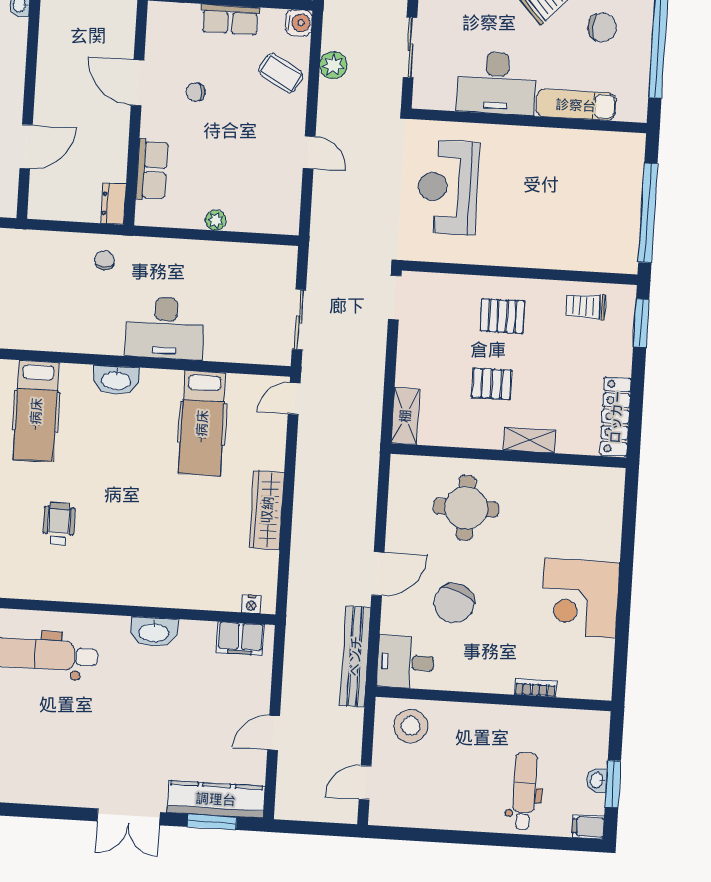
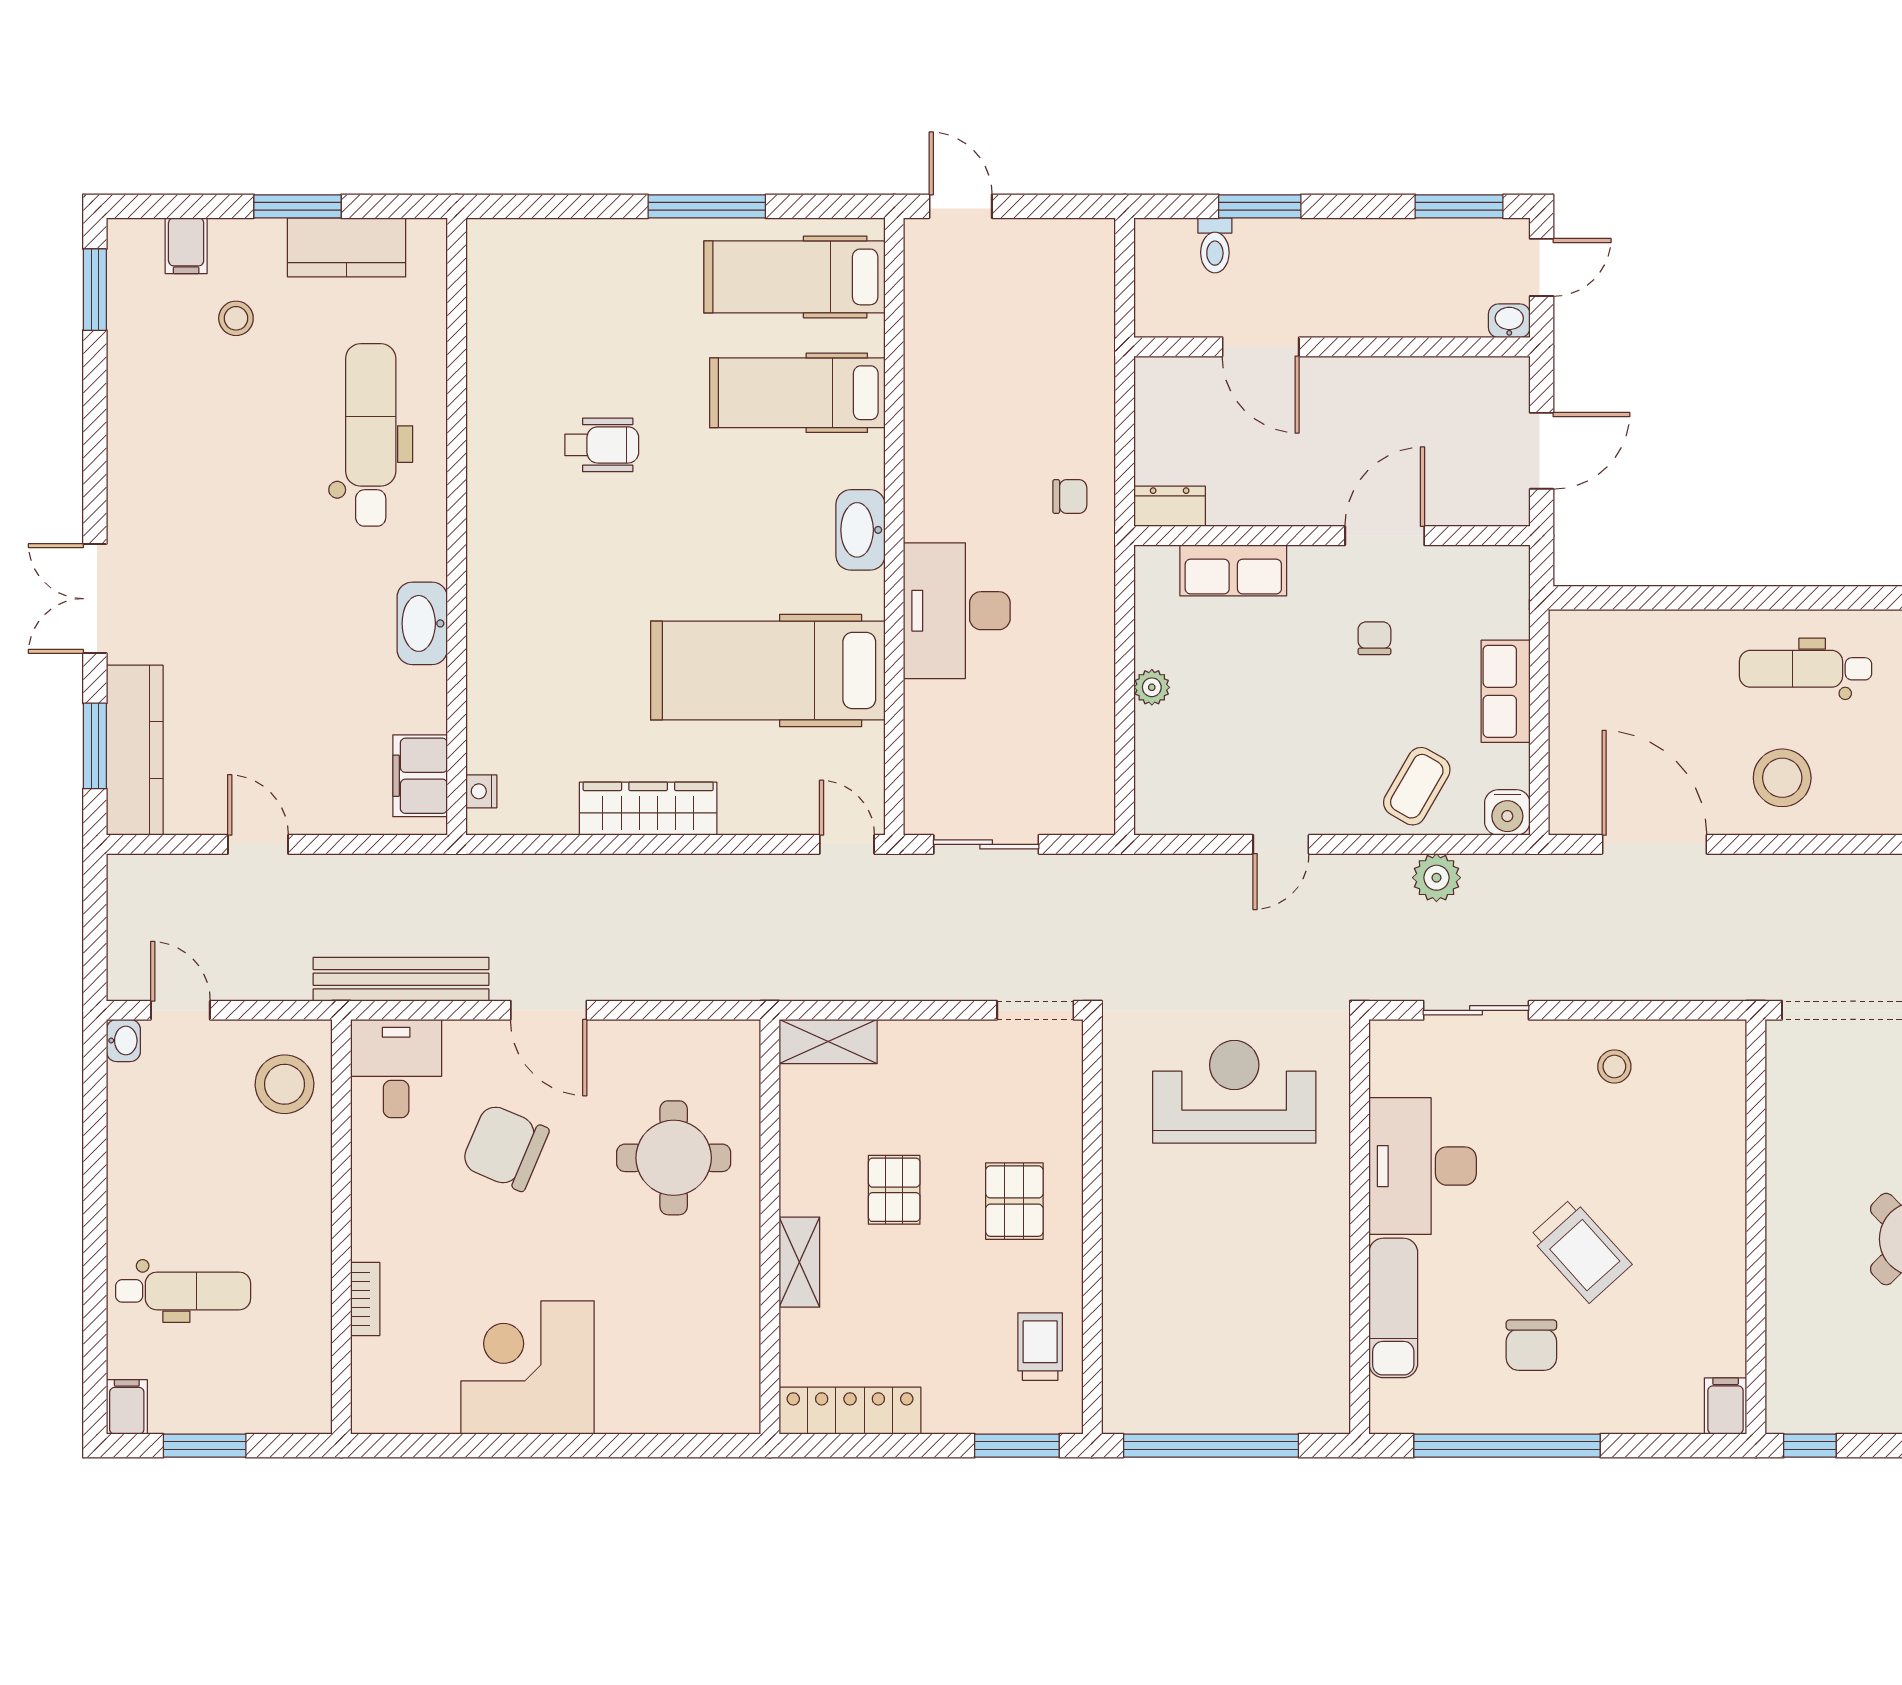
hospital bed: (202, 423) -> (768, 670), width x1.37, depth x1.29
washbasin: (597, 780) -> (123, 1041), moved, turned 90

